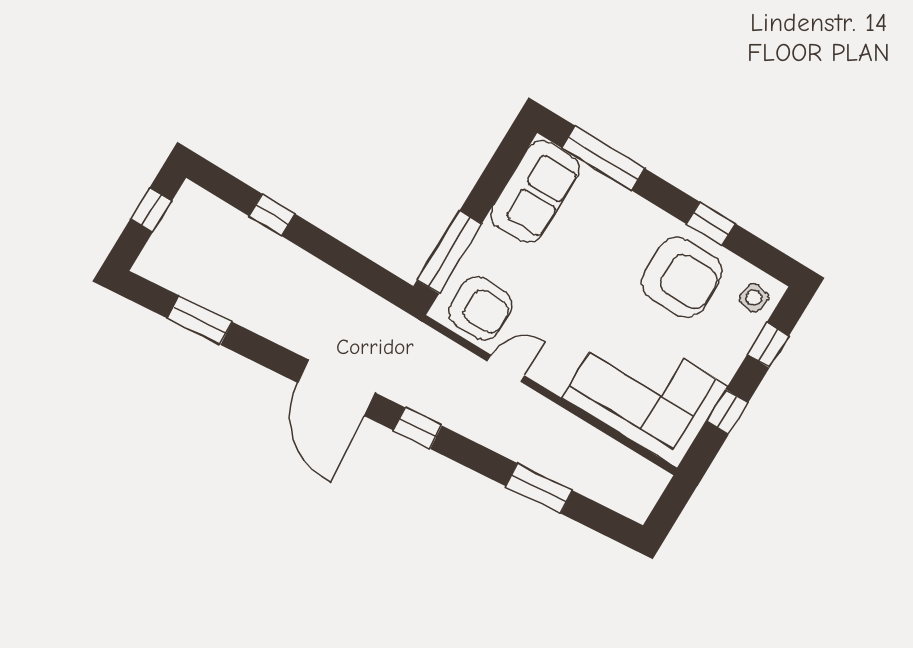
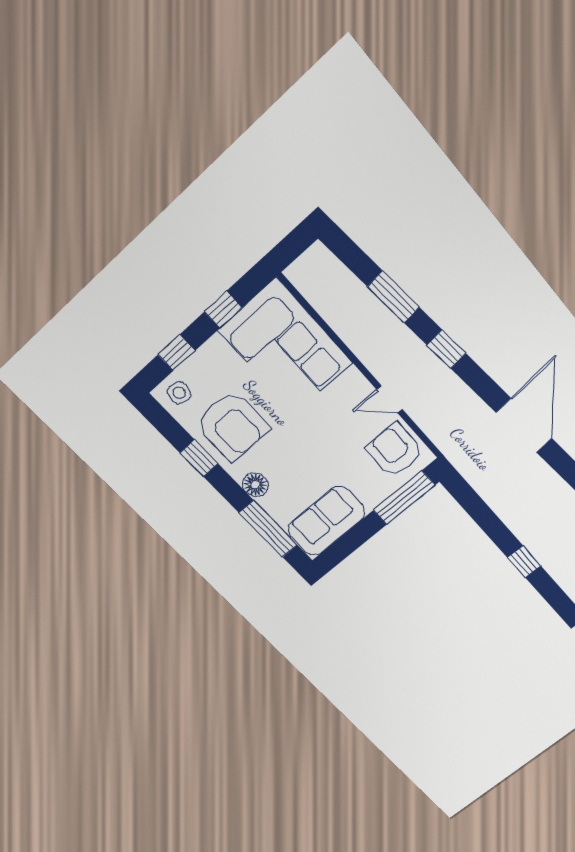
floor lamp: (635, 211) -> (255, 485), added
armchair: (682, 277) -> (232, 426), turned 180
window: (418, 428) -> (446, 349), moved

